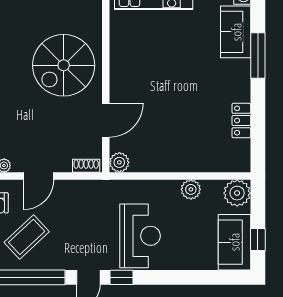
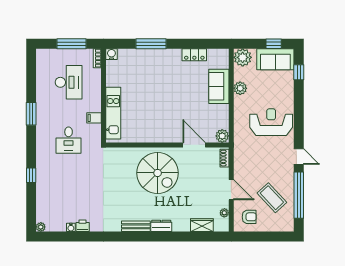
sofa: (236, 32) -> (219, 86), moved, turned 90
window: (122, 277) -> (299, 72), moved

